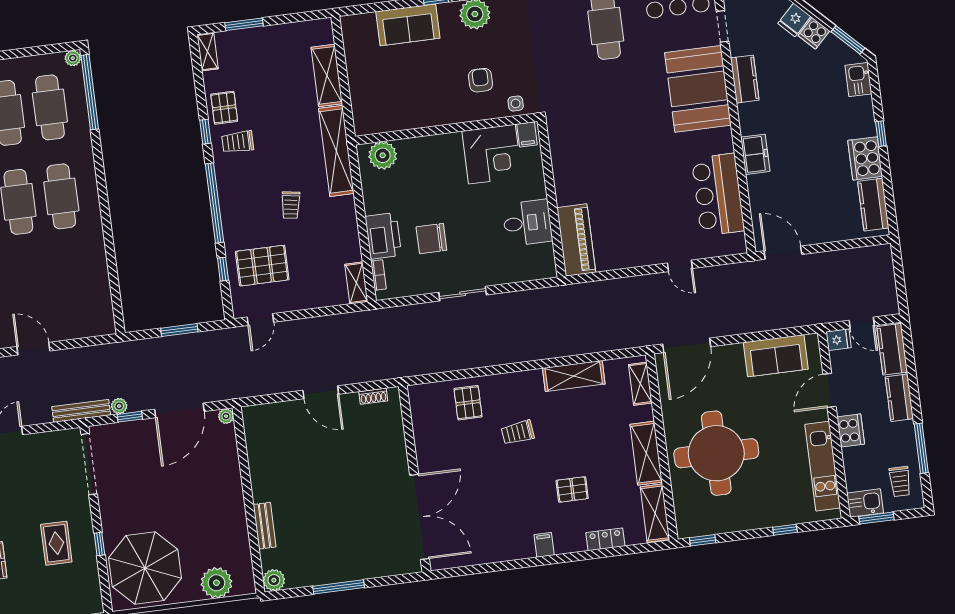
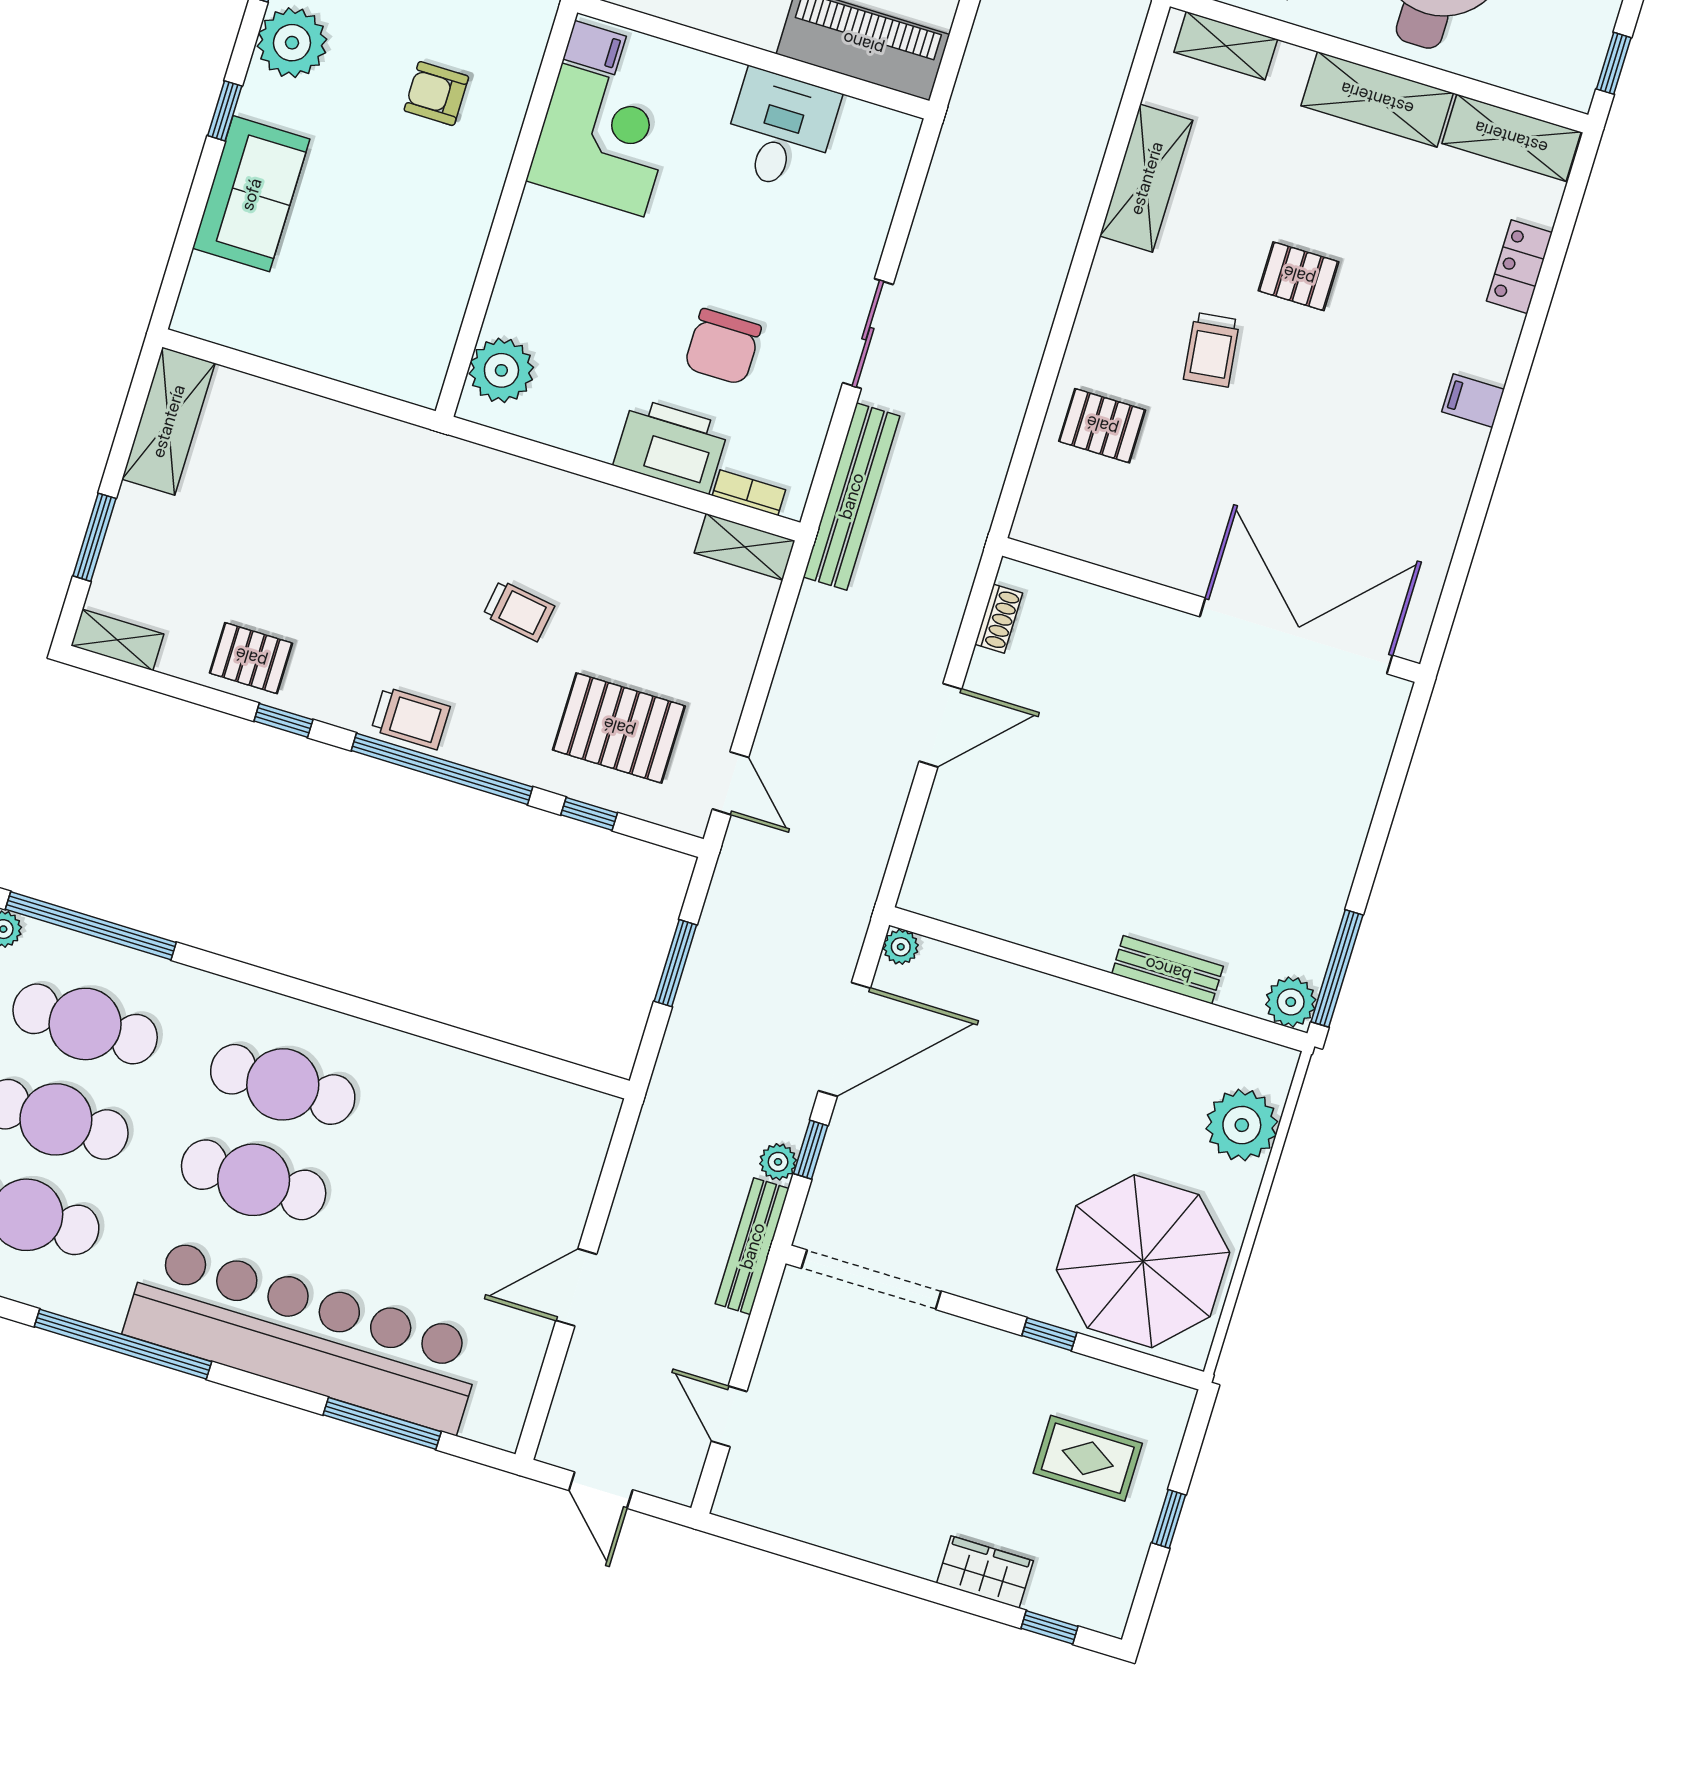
shelving: (327, 75) -> (168, 421), moved, turned 90
side table: (516, 104) -> (519, 42), removed
trolley: (238, 142) -> (411, 718), moved, turned -90
shelving: (336, 151) -> (448, 464), removed
pallet: (262, 266) -> (619, 728), turned 90
bench: (395, 316) -> (851, 496), added
door: (179, 410) -> (844, 1039), hinge flipped
pallet: (572, 489) -> (1299, 276), moved, turned 90
rug: (56, 543) -> (1088, 1458), moved
window: (339, 587) -> (1337, 968), moved

